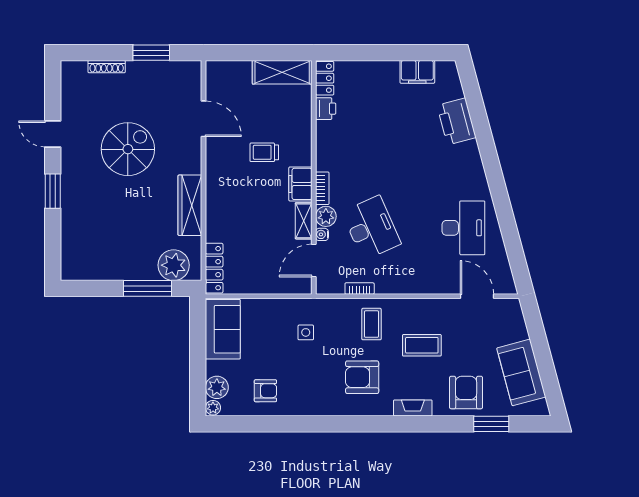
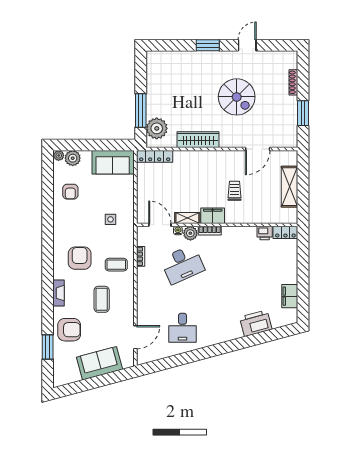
shelving: (282, 72) -> (290, 187), moved
desk: (463, 228) -> (182, 328), width x0.73
sofa: (521, 372) -> (100, 363), moved

